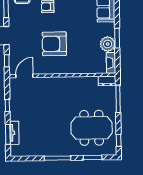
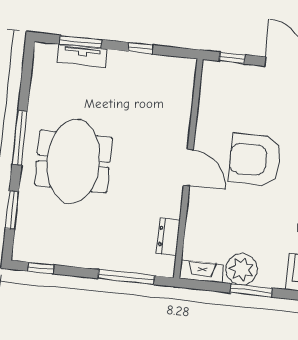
armchair: (54, 44) -> (255, 160), turned -90
door: (24, 76) -> (188, 168), moved
dresser: (107, 81) -> (168, 237), moved
meeting table: (92, 128) -> (73, 161), moved

